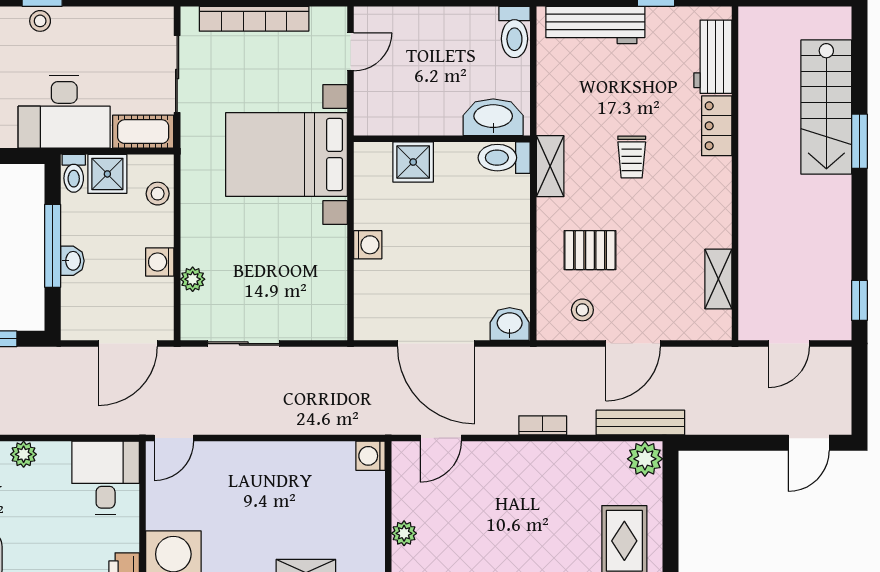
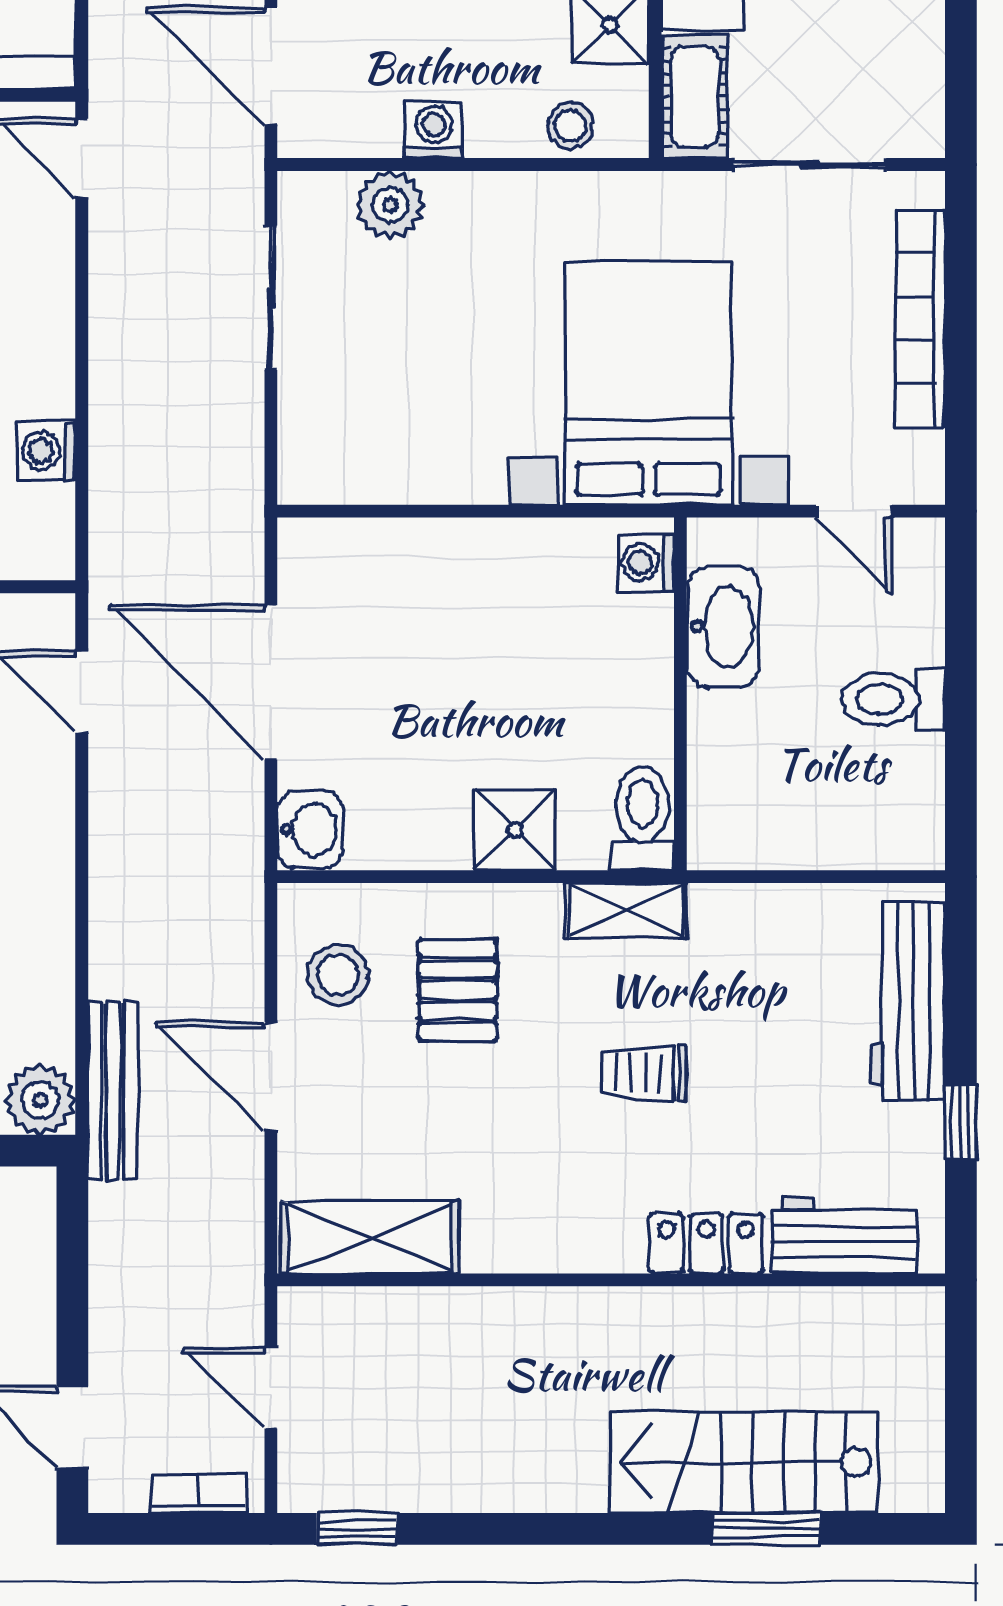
toilet: (514, 32) -> (894, 699), moved
washbasin: (493, 117) -> (723, 627), moved
window: (859, 141) -> (766, 1529), moved
shower: (413, 162) -> (515, 830), moved
washing machine: (368, 245) -> (646, 563), moved, turned 90
plant: (193, 279) -> (390, 205), width x1.38, depth x1.38
shelving: (718, 279) -> (370, 1238), width x1.50, depth x1.33
stool: (582, 310) -> (338, 975), width x1.37, depth x1.37
door: (436, 344) -> (271, 682), hinge flipped
bookcase: (543, 425) -> (198, 1494), moved, turned -90
washing machine: (371, 456) -> (46, 451), moved, turned -90

